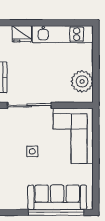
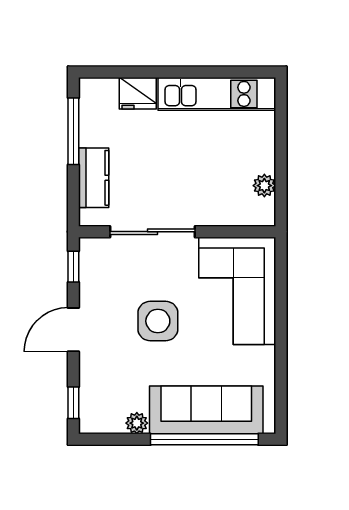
plant: (82, 81) -> (264, 186), width x0.53, depth x0.53
side table: (32, 151) -> (158, 321), width x1.87, depth x1.87
plant: (21, 204) -> (137, 423), added

